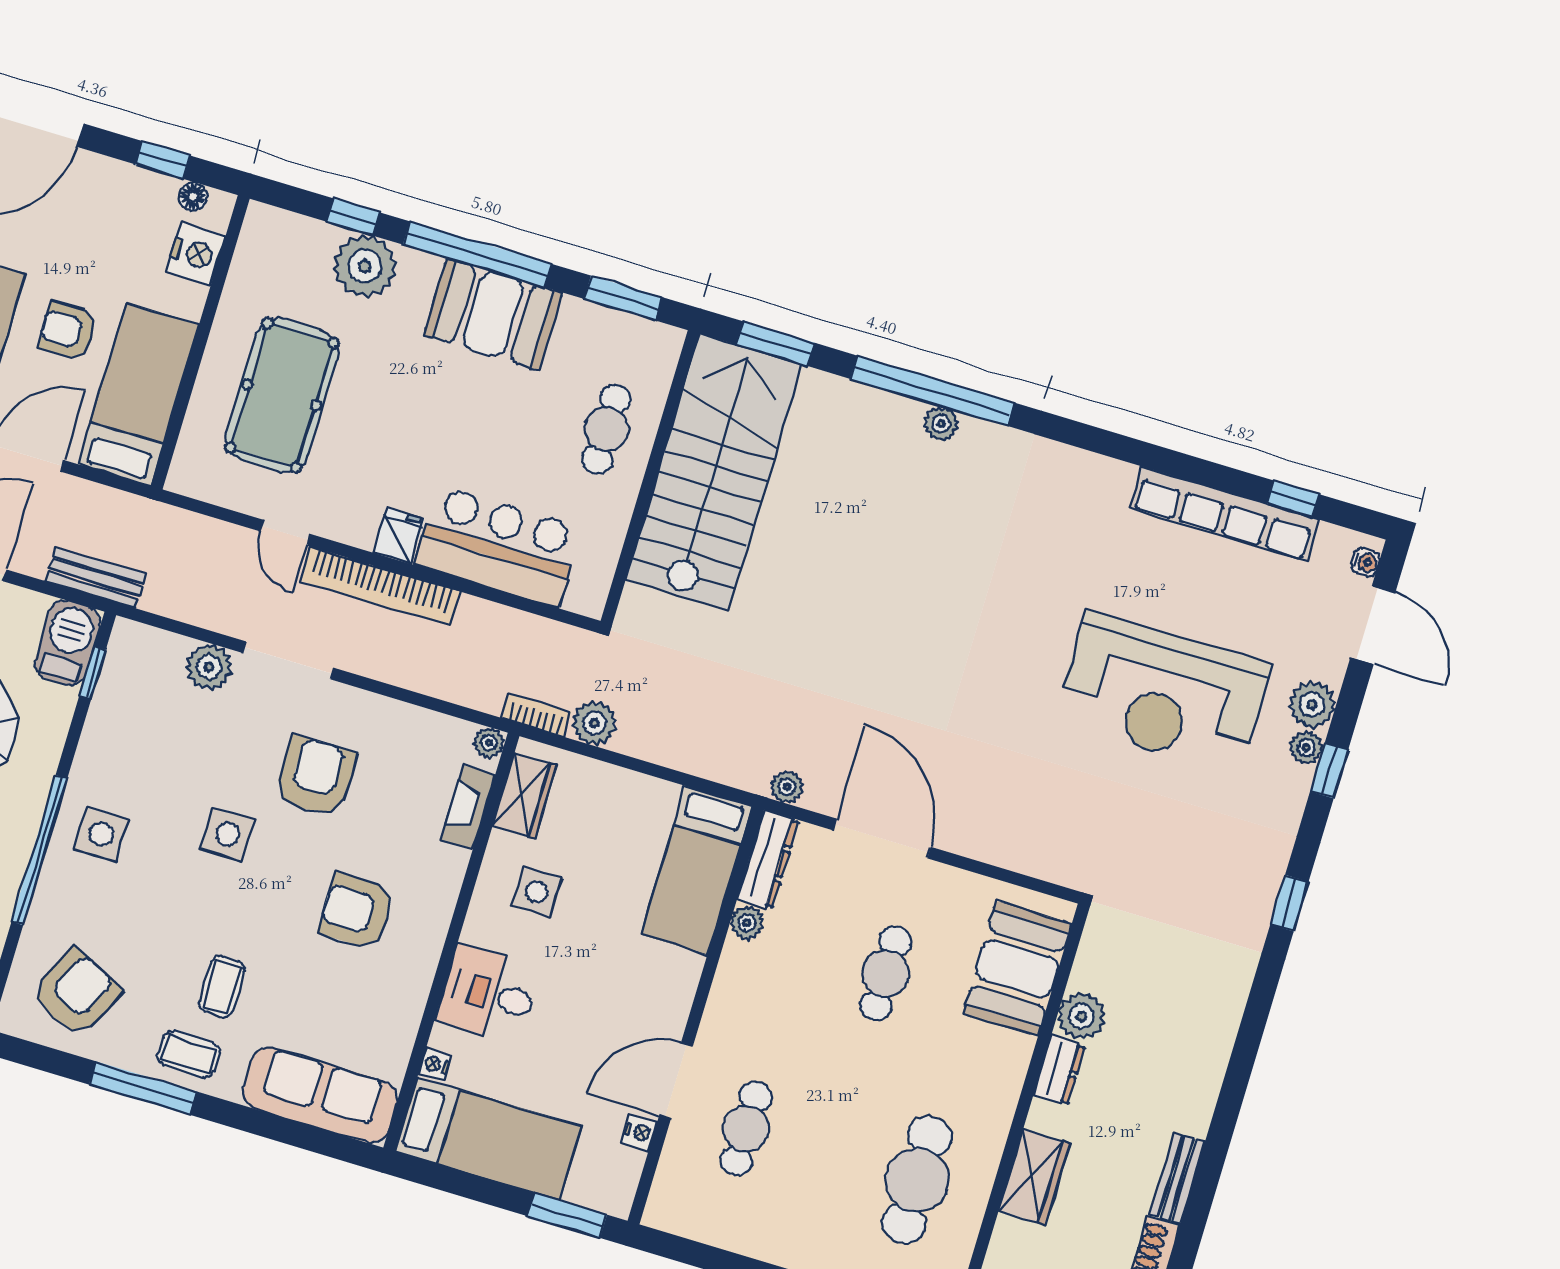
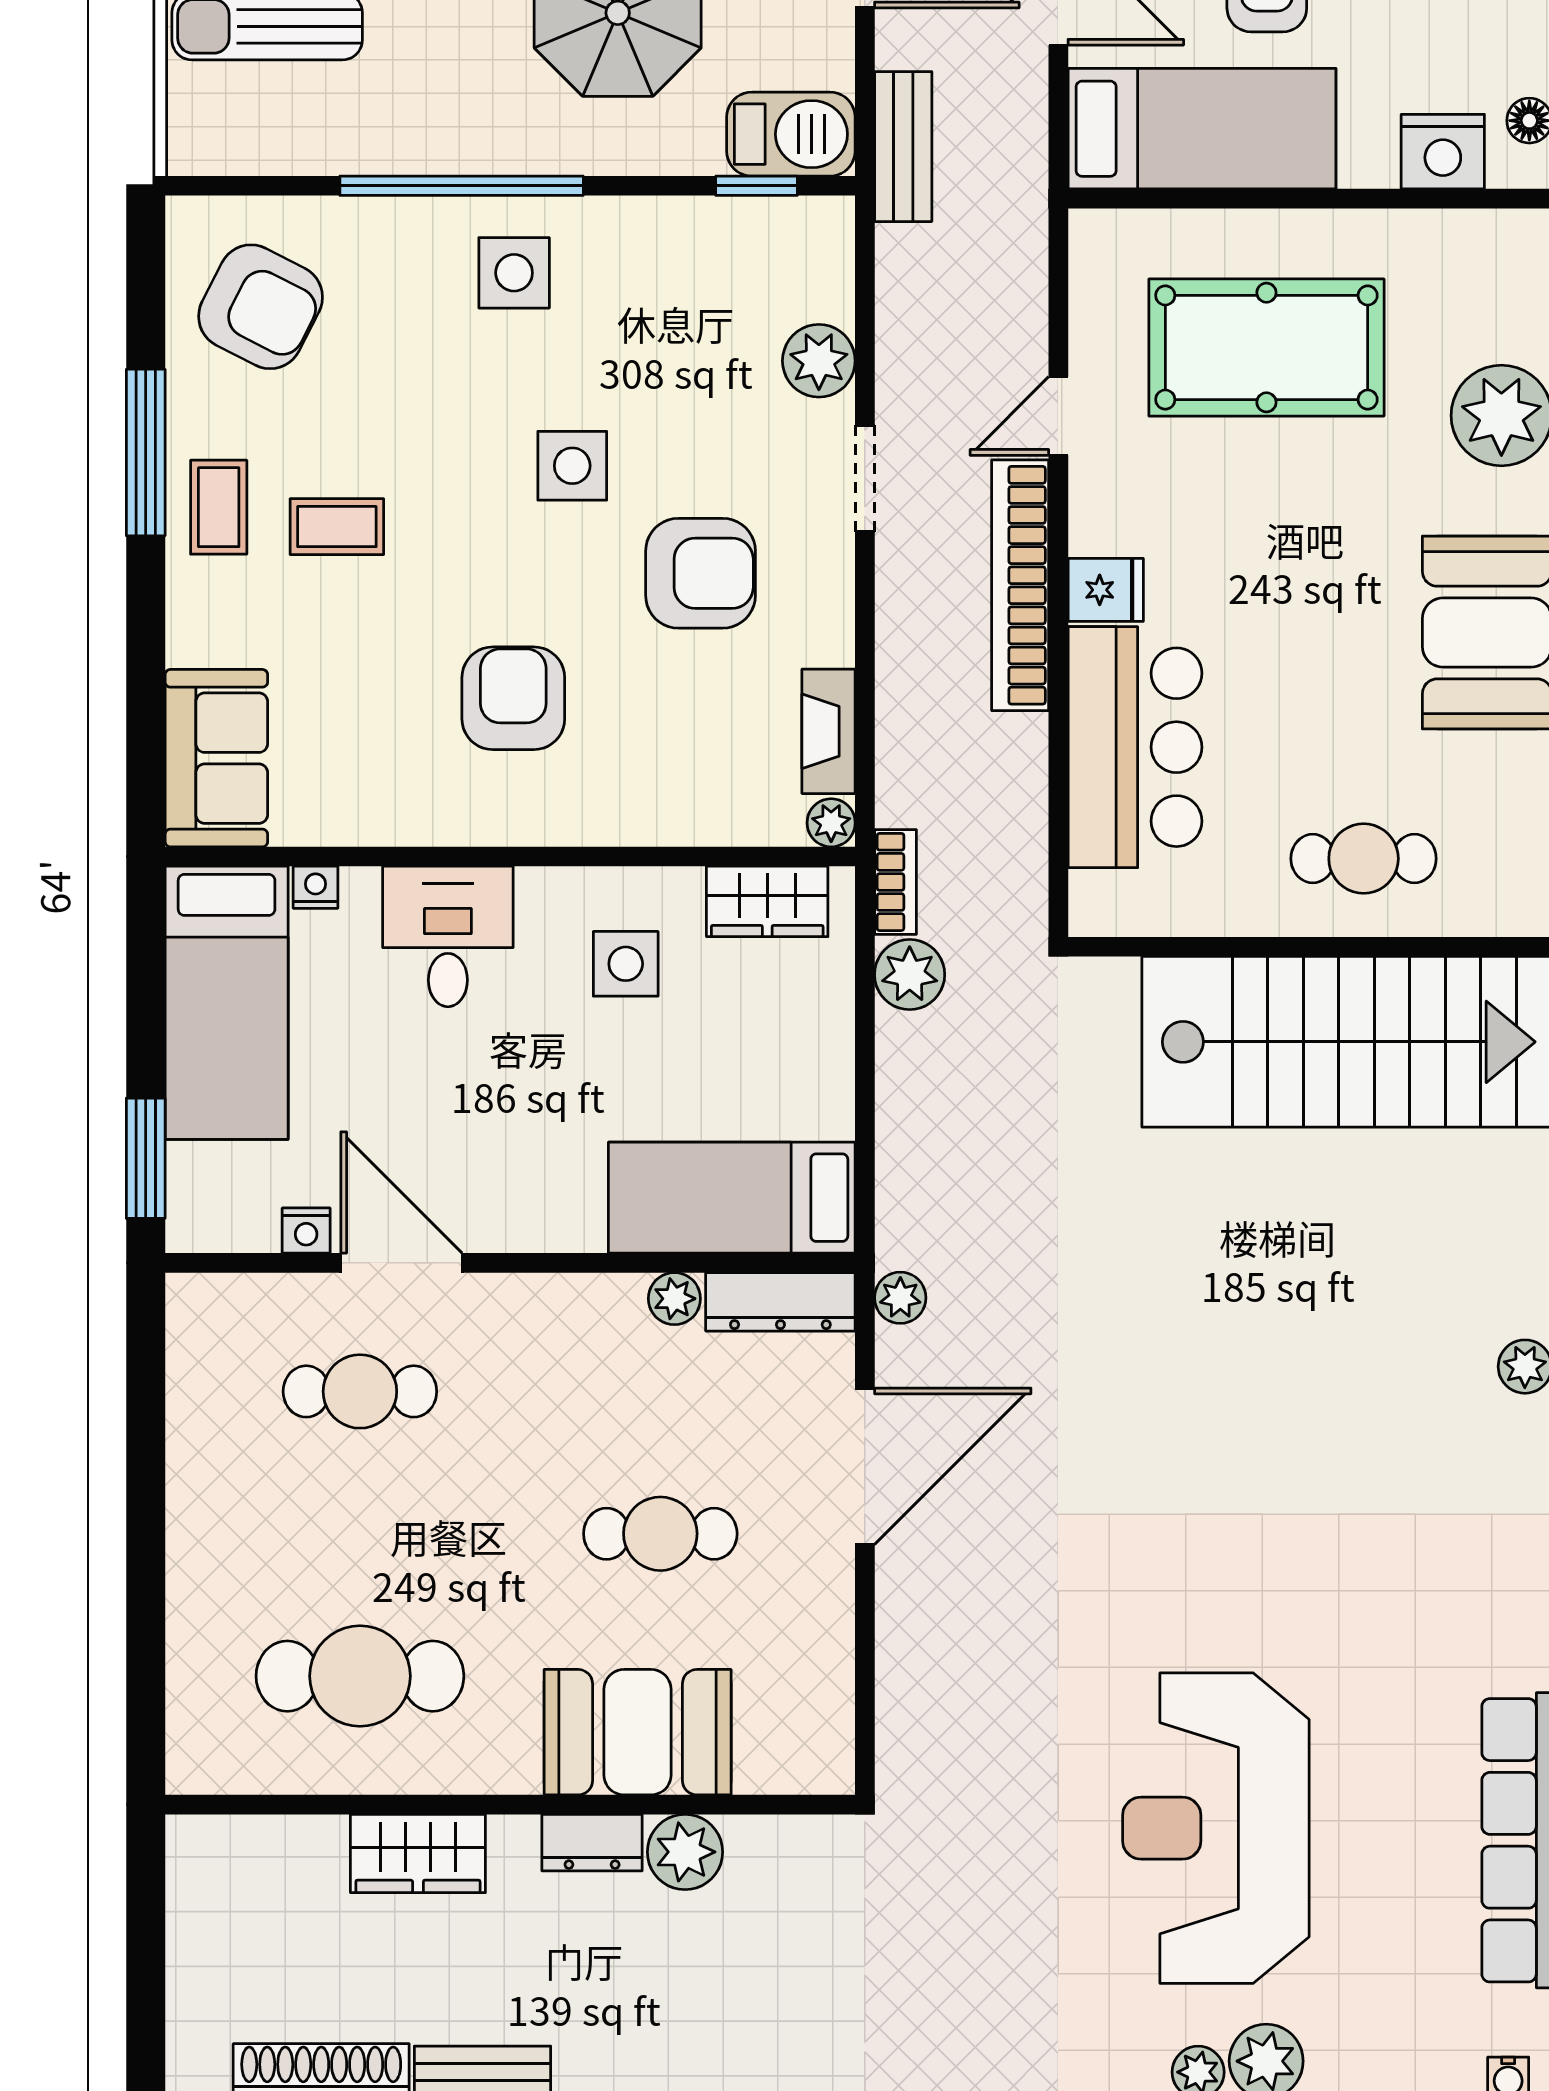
doorway: (288, 660) -> (865, 479), width x0.73
fireplace: (468, 807) -> (829, 731), moved, turned -90
booth: (1017, 969) -> (638, 1732), moved
sofa: (320, 1095) -> (216, 758), width x0.73

